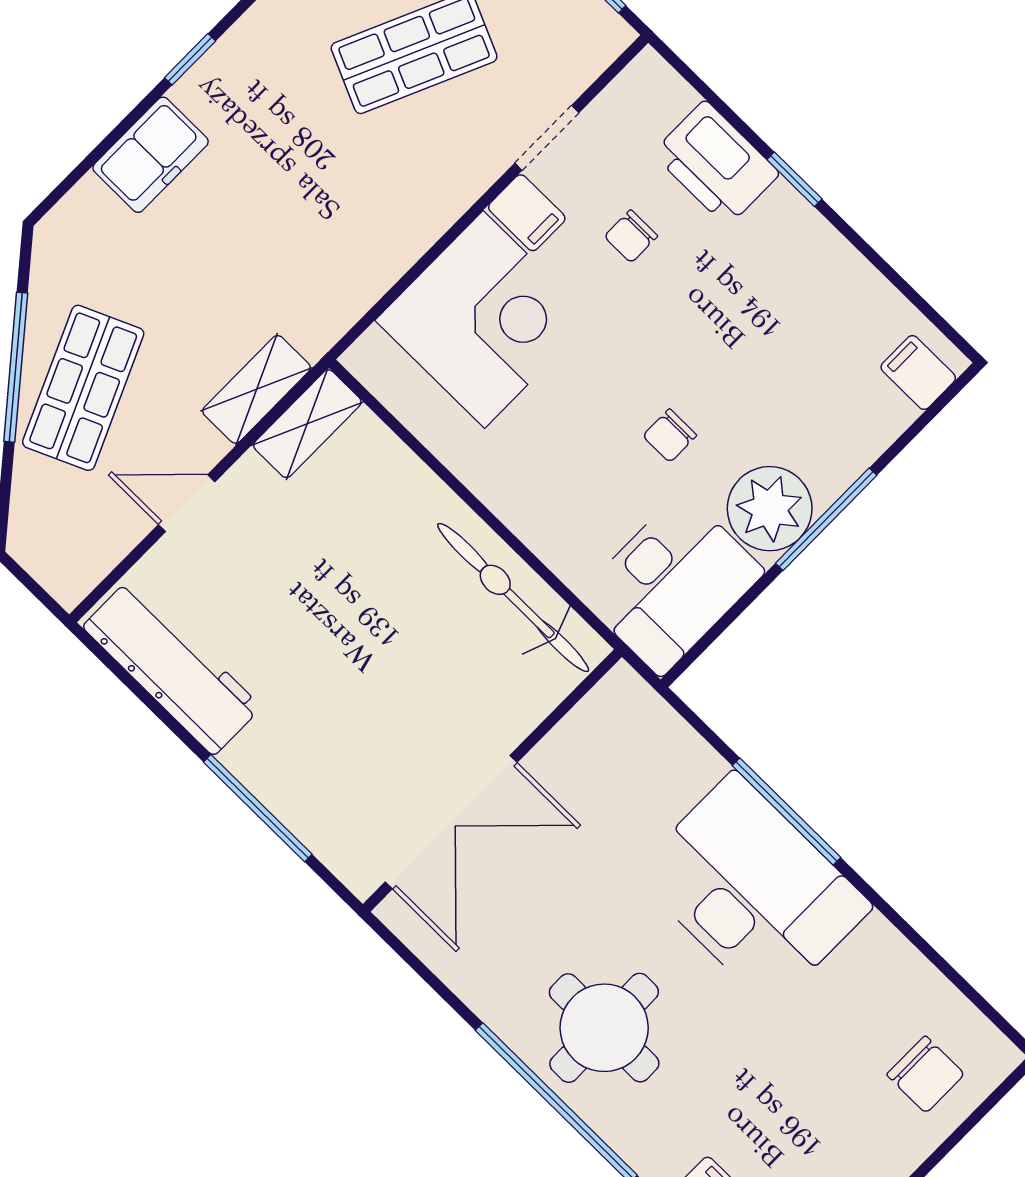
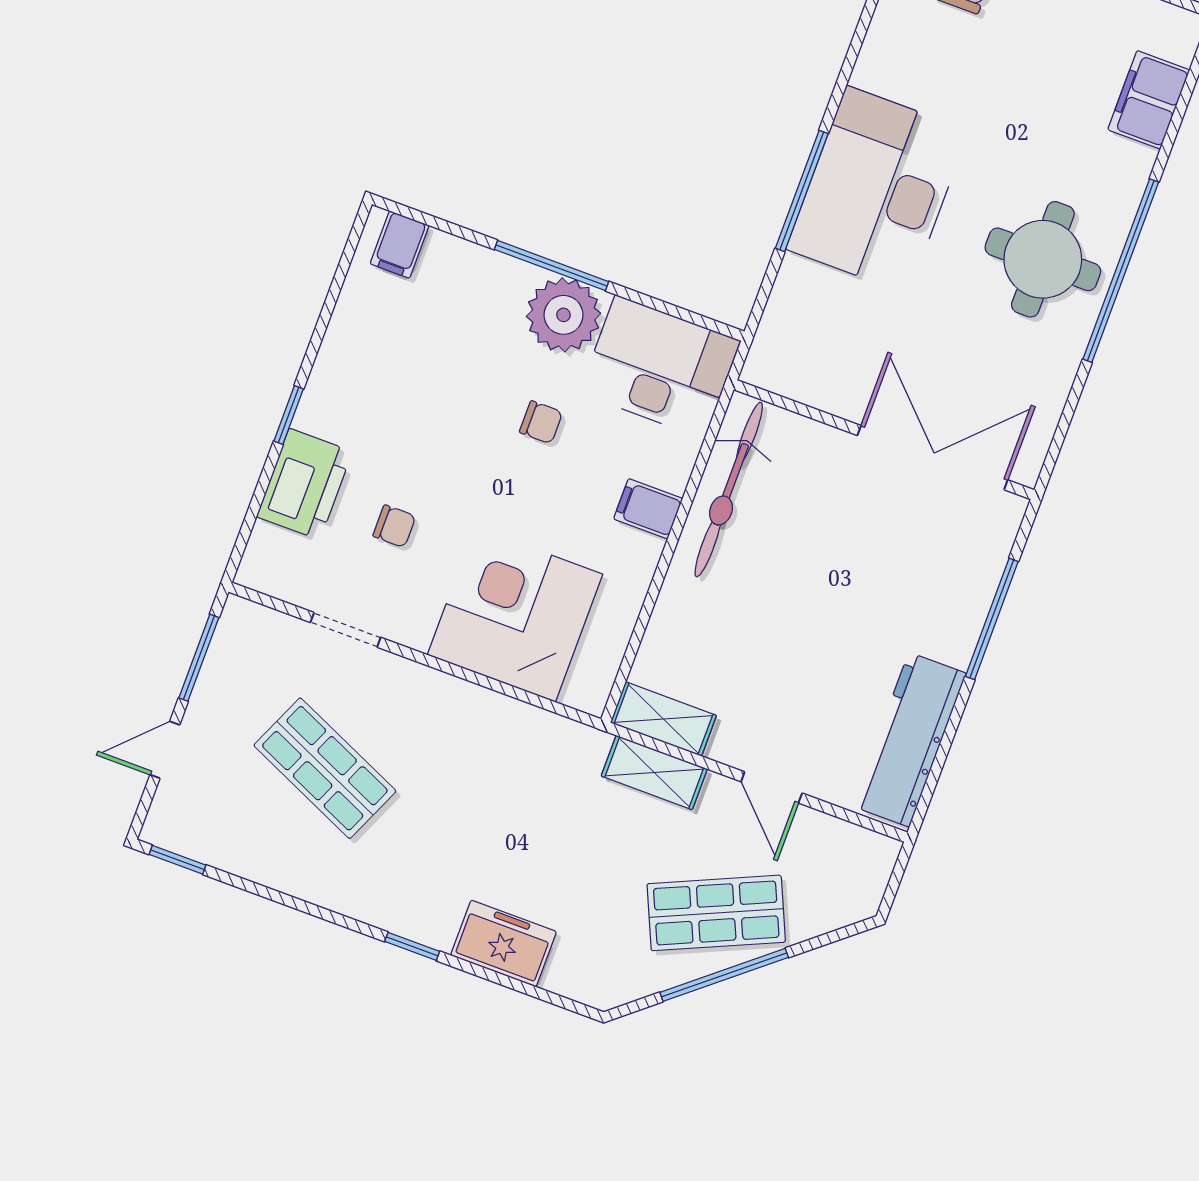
filing cabinet: (527, 213) -> (648, 509), moved, turned -90

